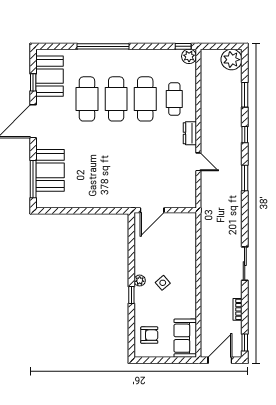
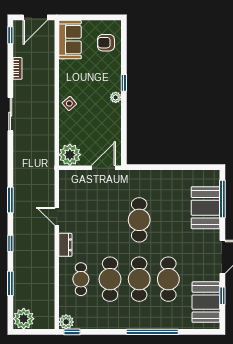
cafe table: (116, 158) -> (139, 220), added
plant: (185, 223) -> (70, 155), added
side table: (163, 283) -> (69, 103), moved

